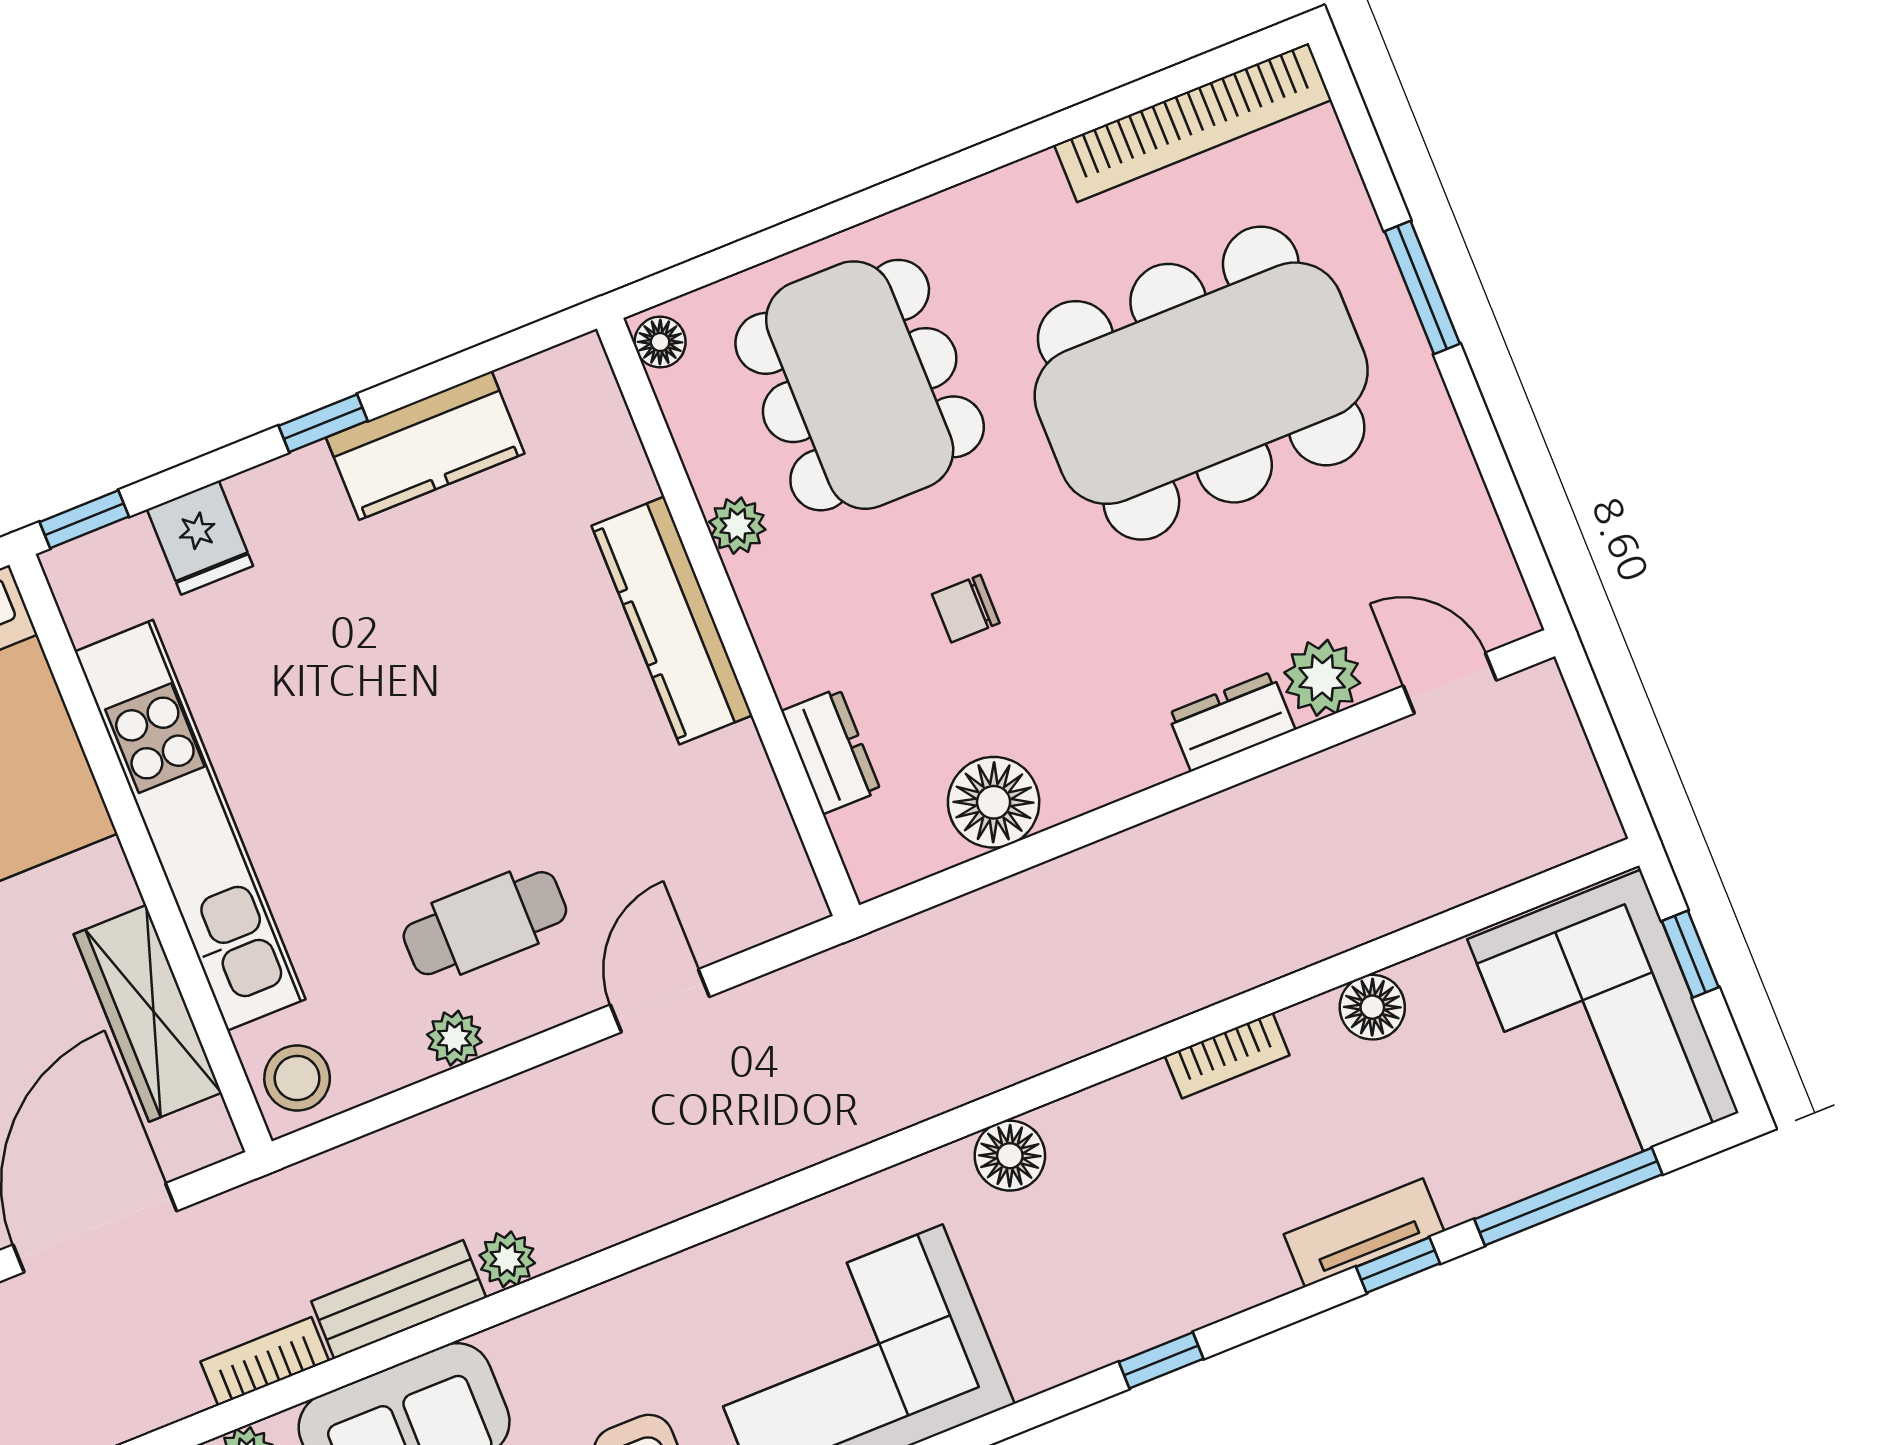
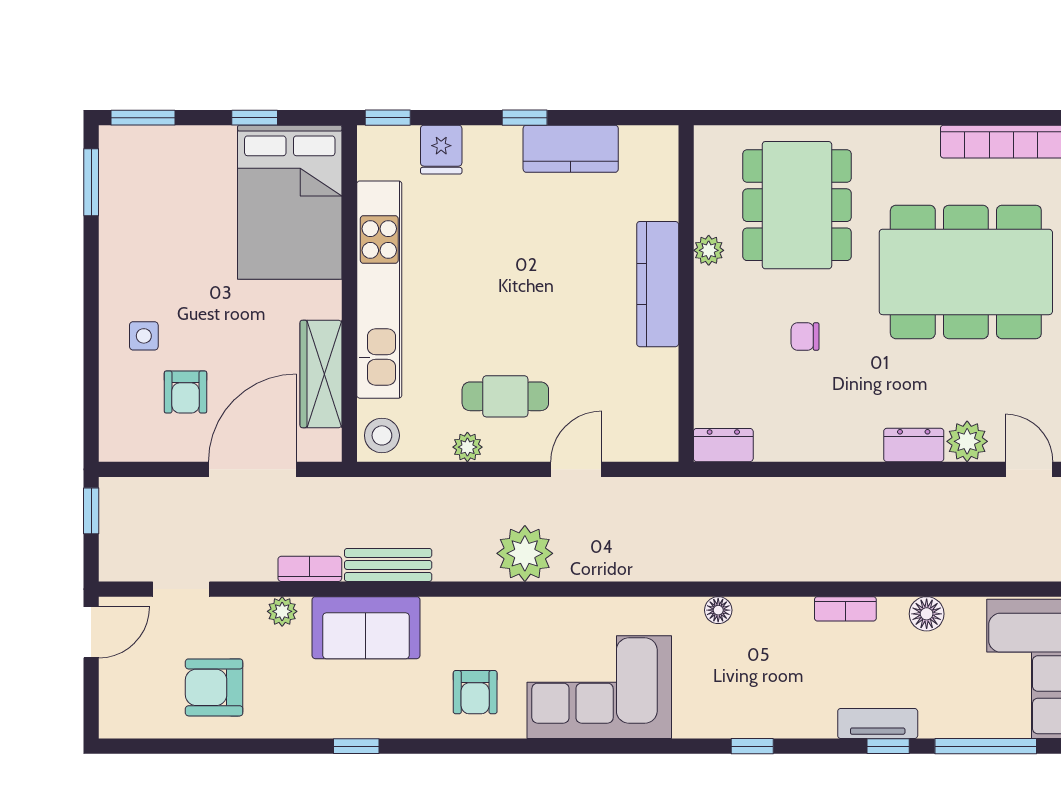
floor lamp: (660, 342) -> (707, 144), removed
dresser: (831, 751) -> (723, 445), moved, turned -90
floor lamp: (994, 802) -> (780, 438), removed
floor lamp: (1010, 1156) -> (718, 610), width x0.73, depth x0.73
plant: (507, 1259) -> (525, 553), moved, width x1.88, depth x1.88

